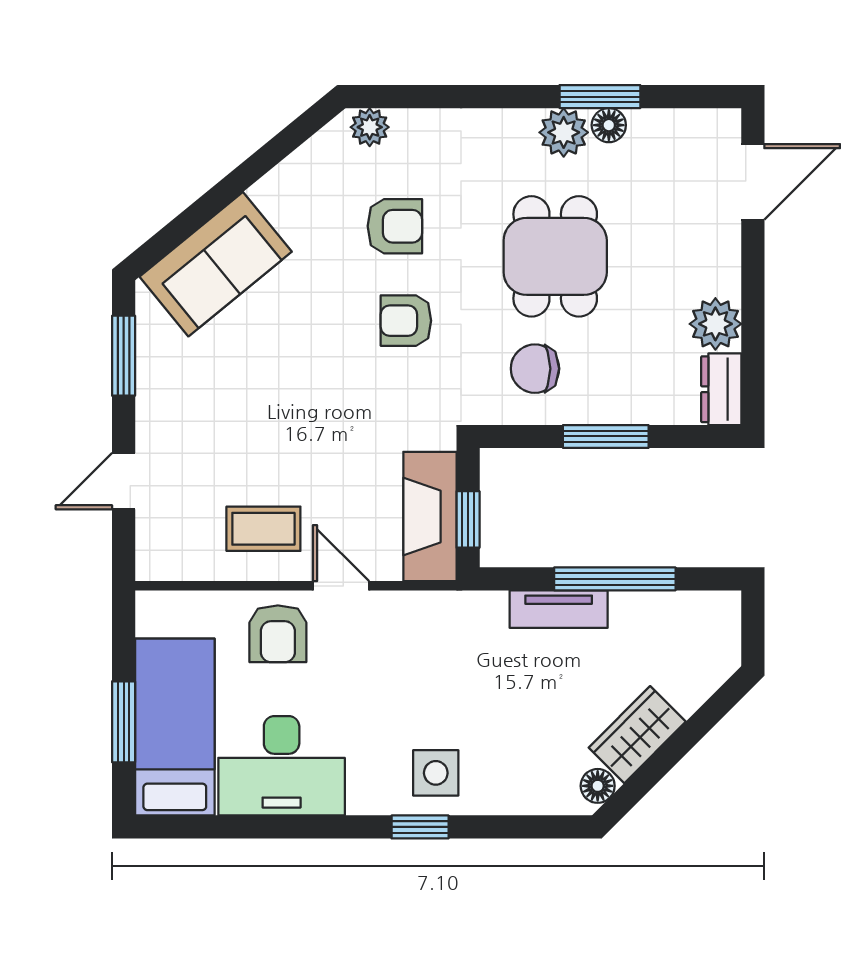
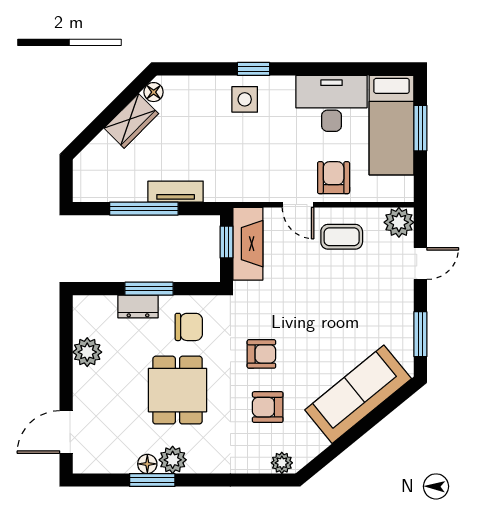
sofa: (216, 264) -> (358, 394), width x1.36
dresser: (721, 389) -> (138, 306), moved, turned 90
plant: (162, 554) -> (399, 222), added

